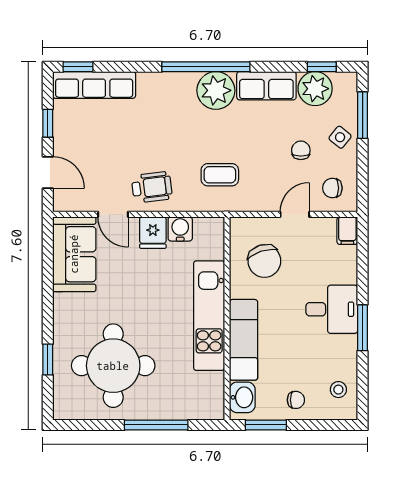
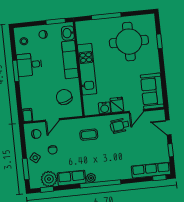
plant: (216, 90) -> (91, 178), width x0.53, depth x0.53
door: (113, 214) -> (136, 111), swing flipped
desk: (332, 309) -> (29, 65), moved

